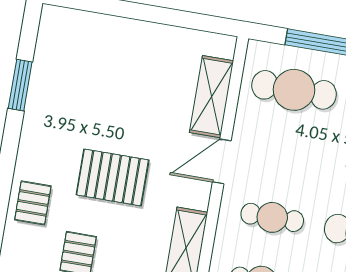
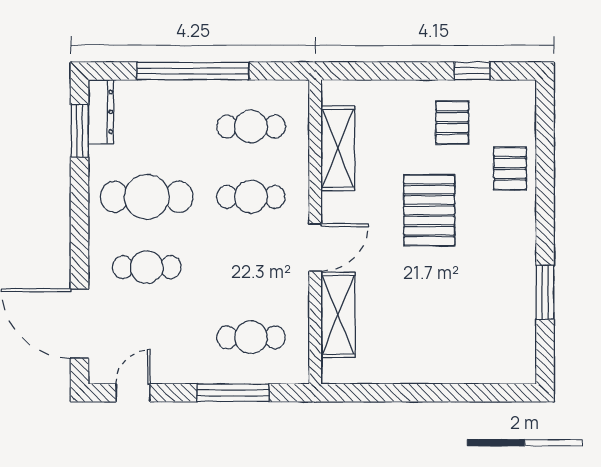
cafe table: (294, 90) -> (251, 337), width x0.73, depth x0.74
pallet: (113, 177) -> (429, 210), turned 90

